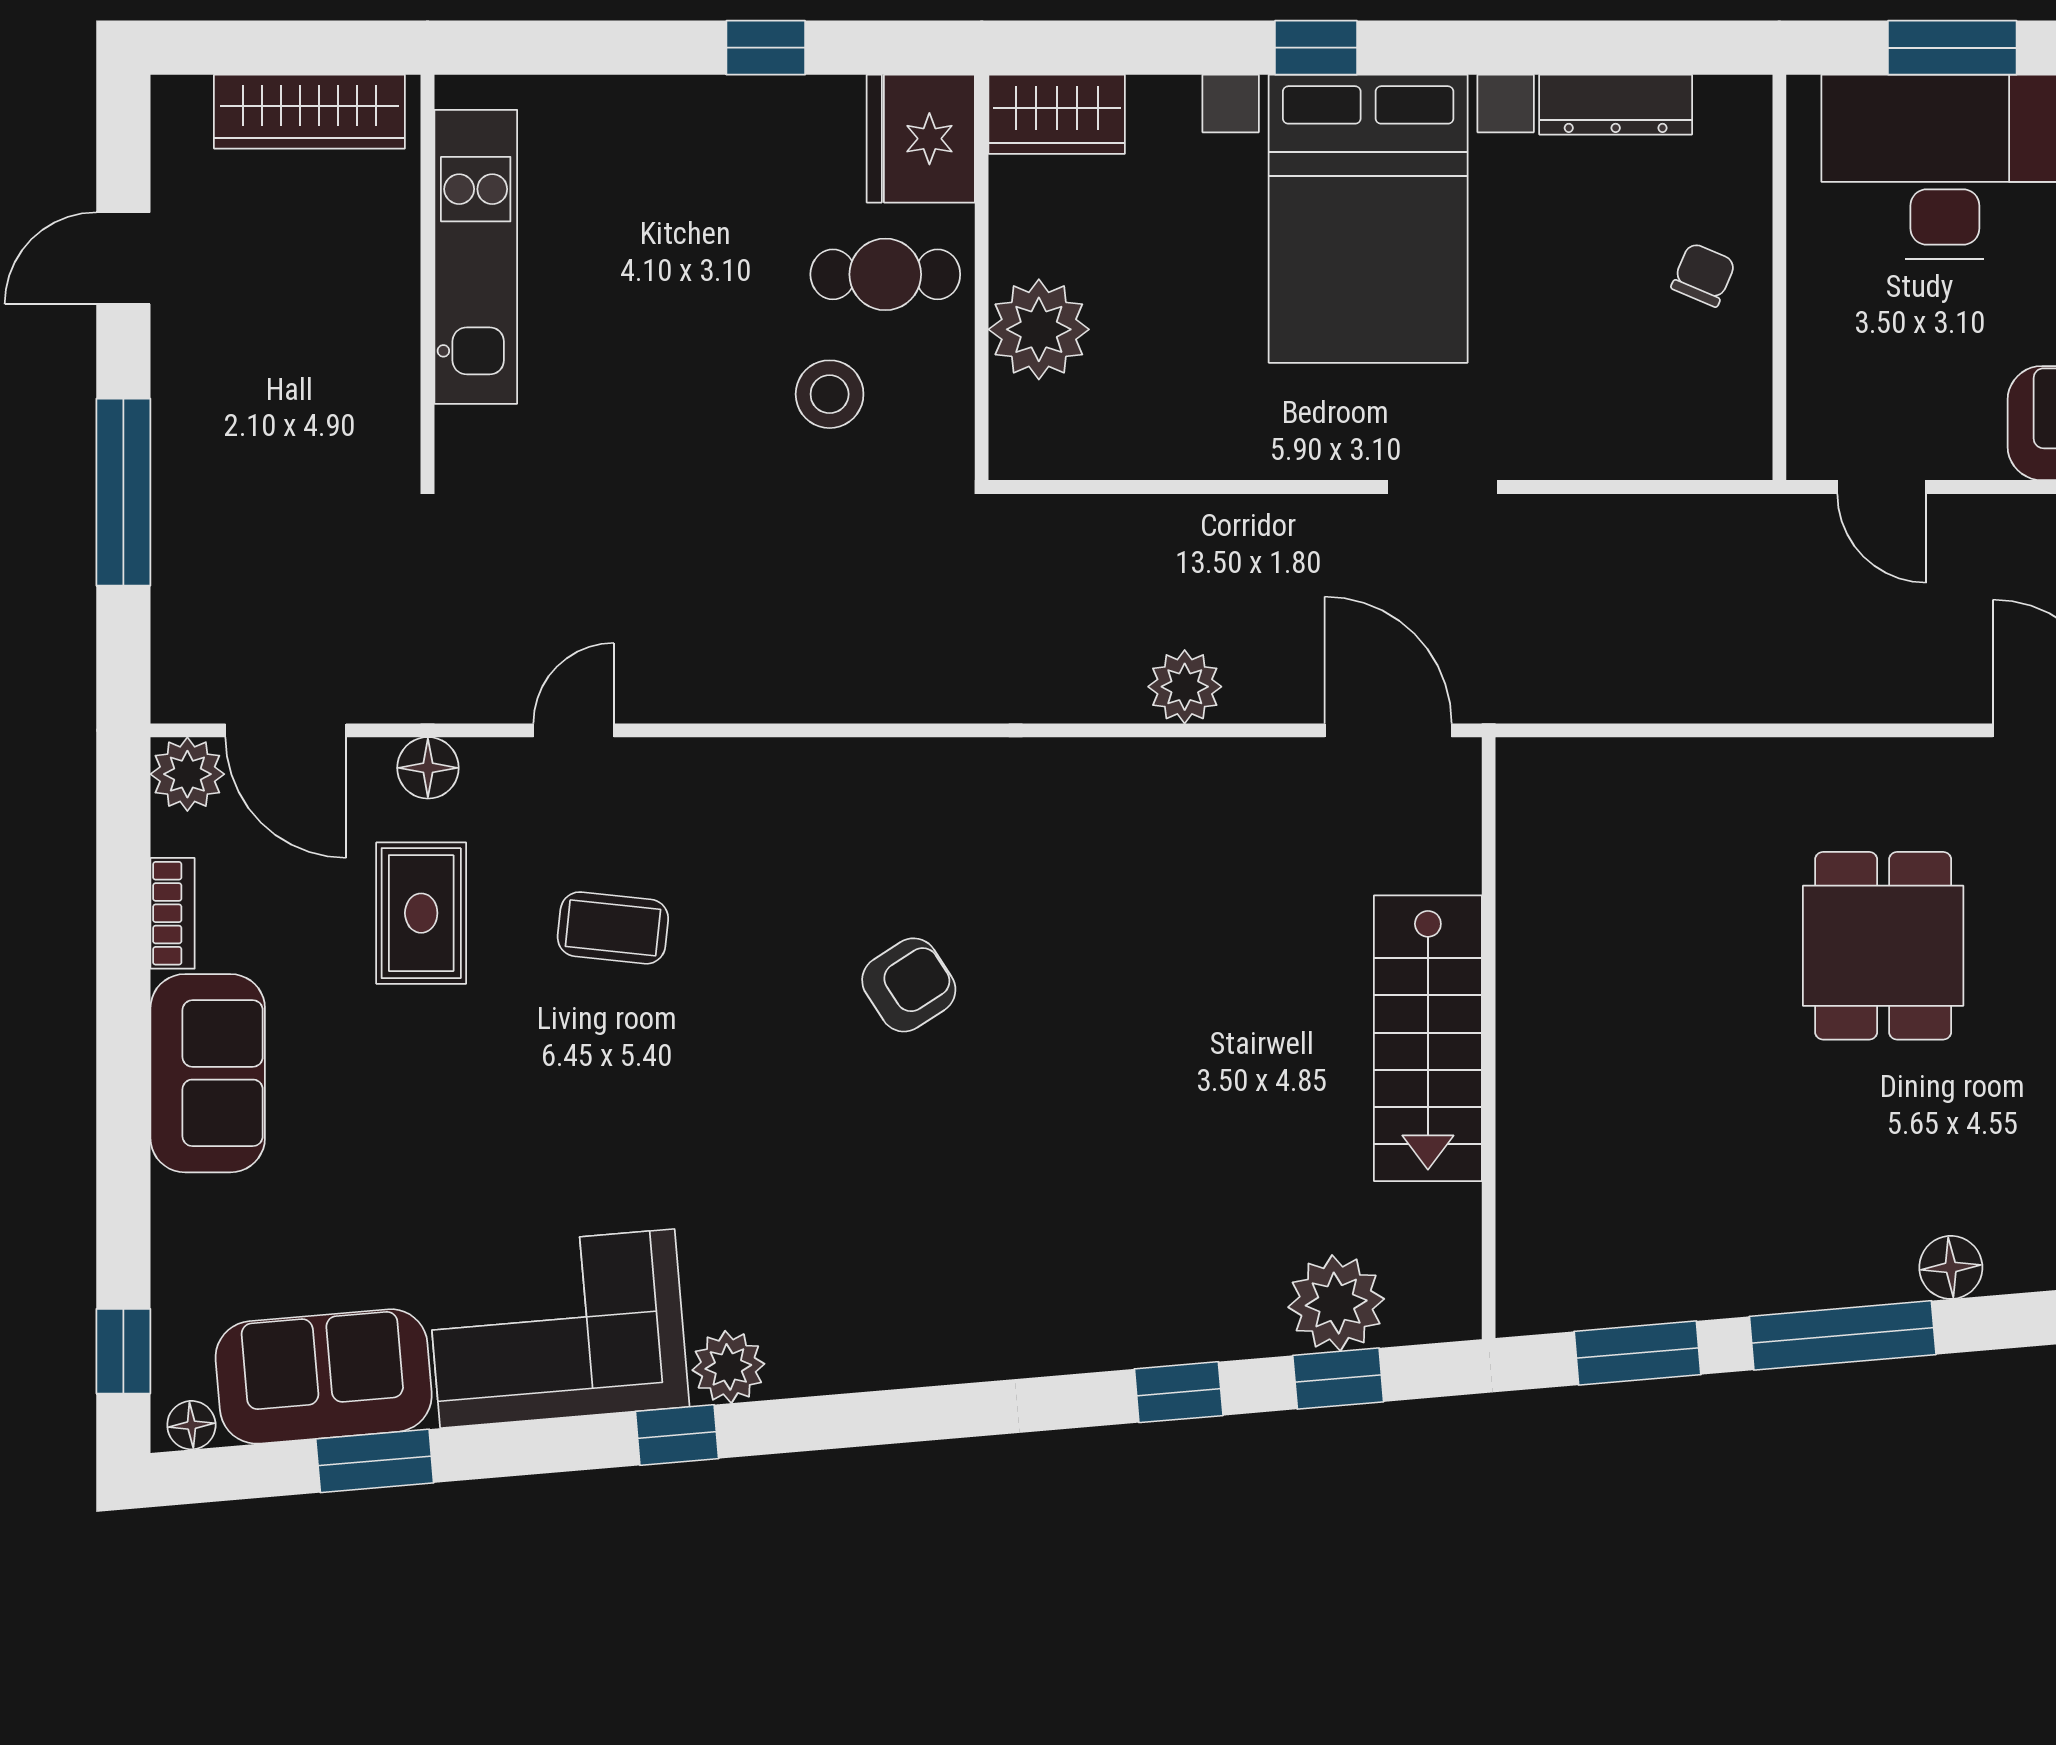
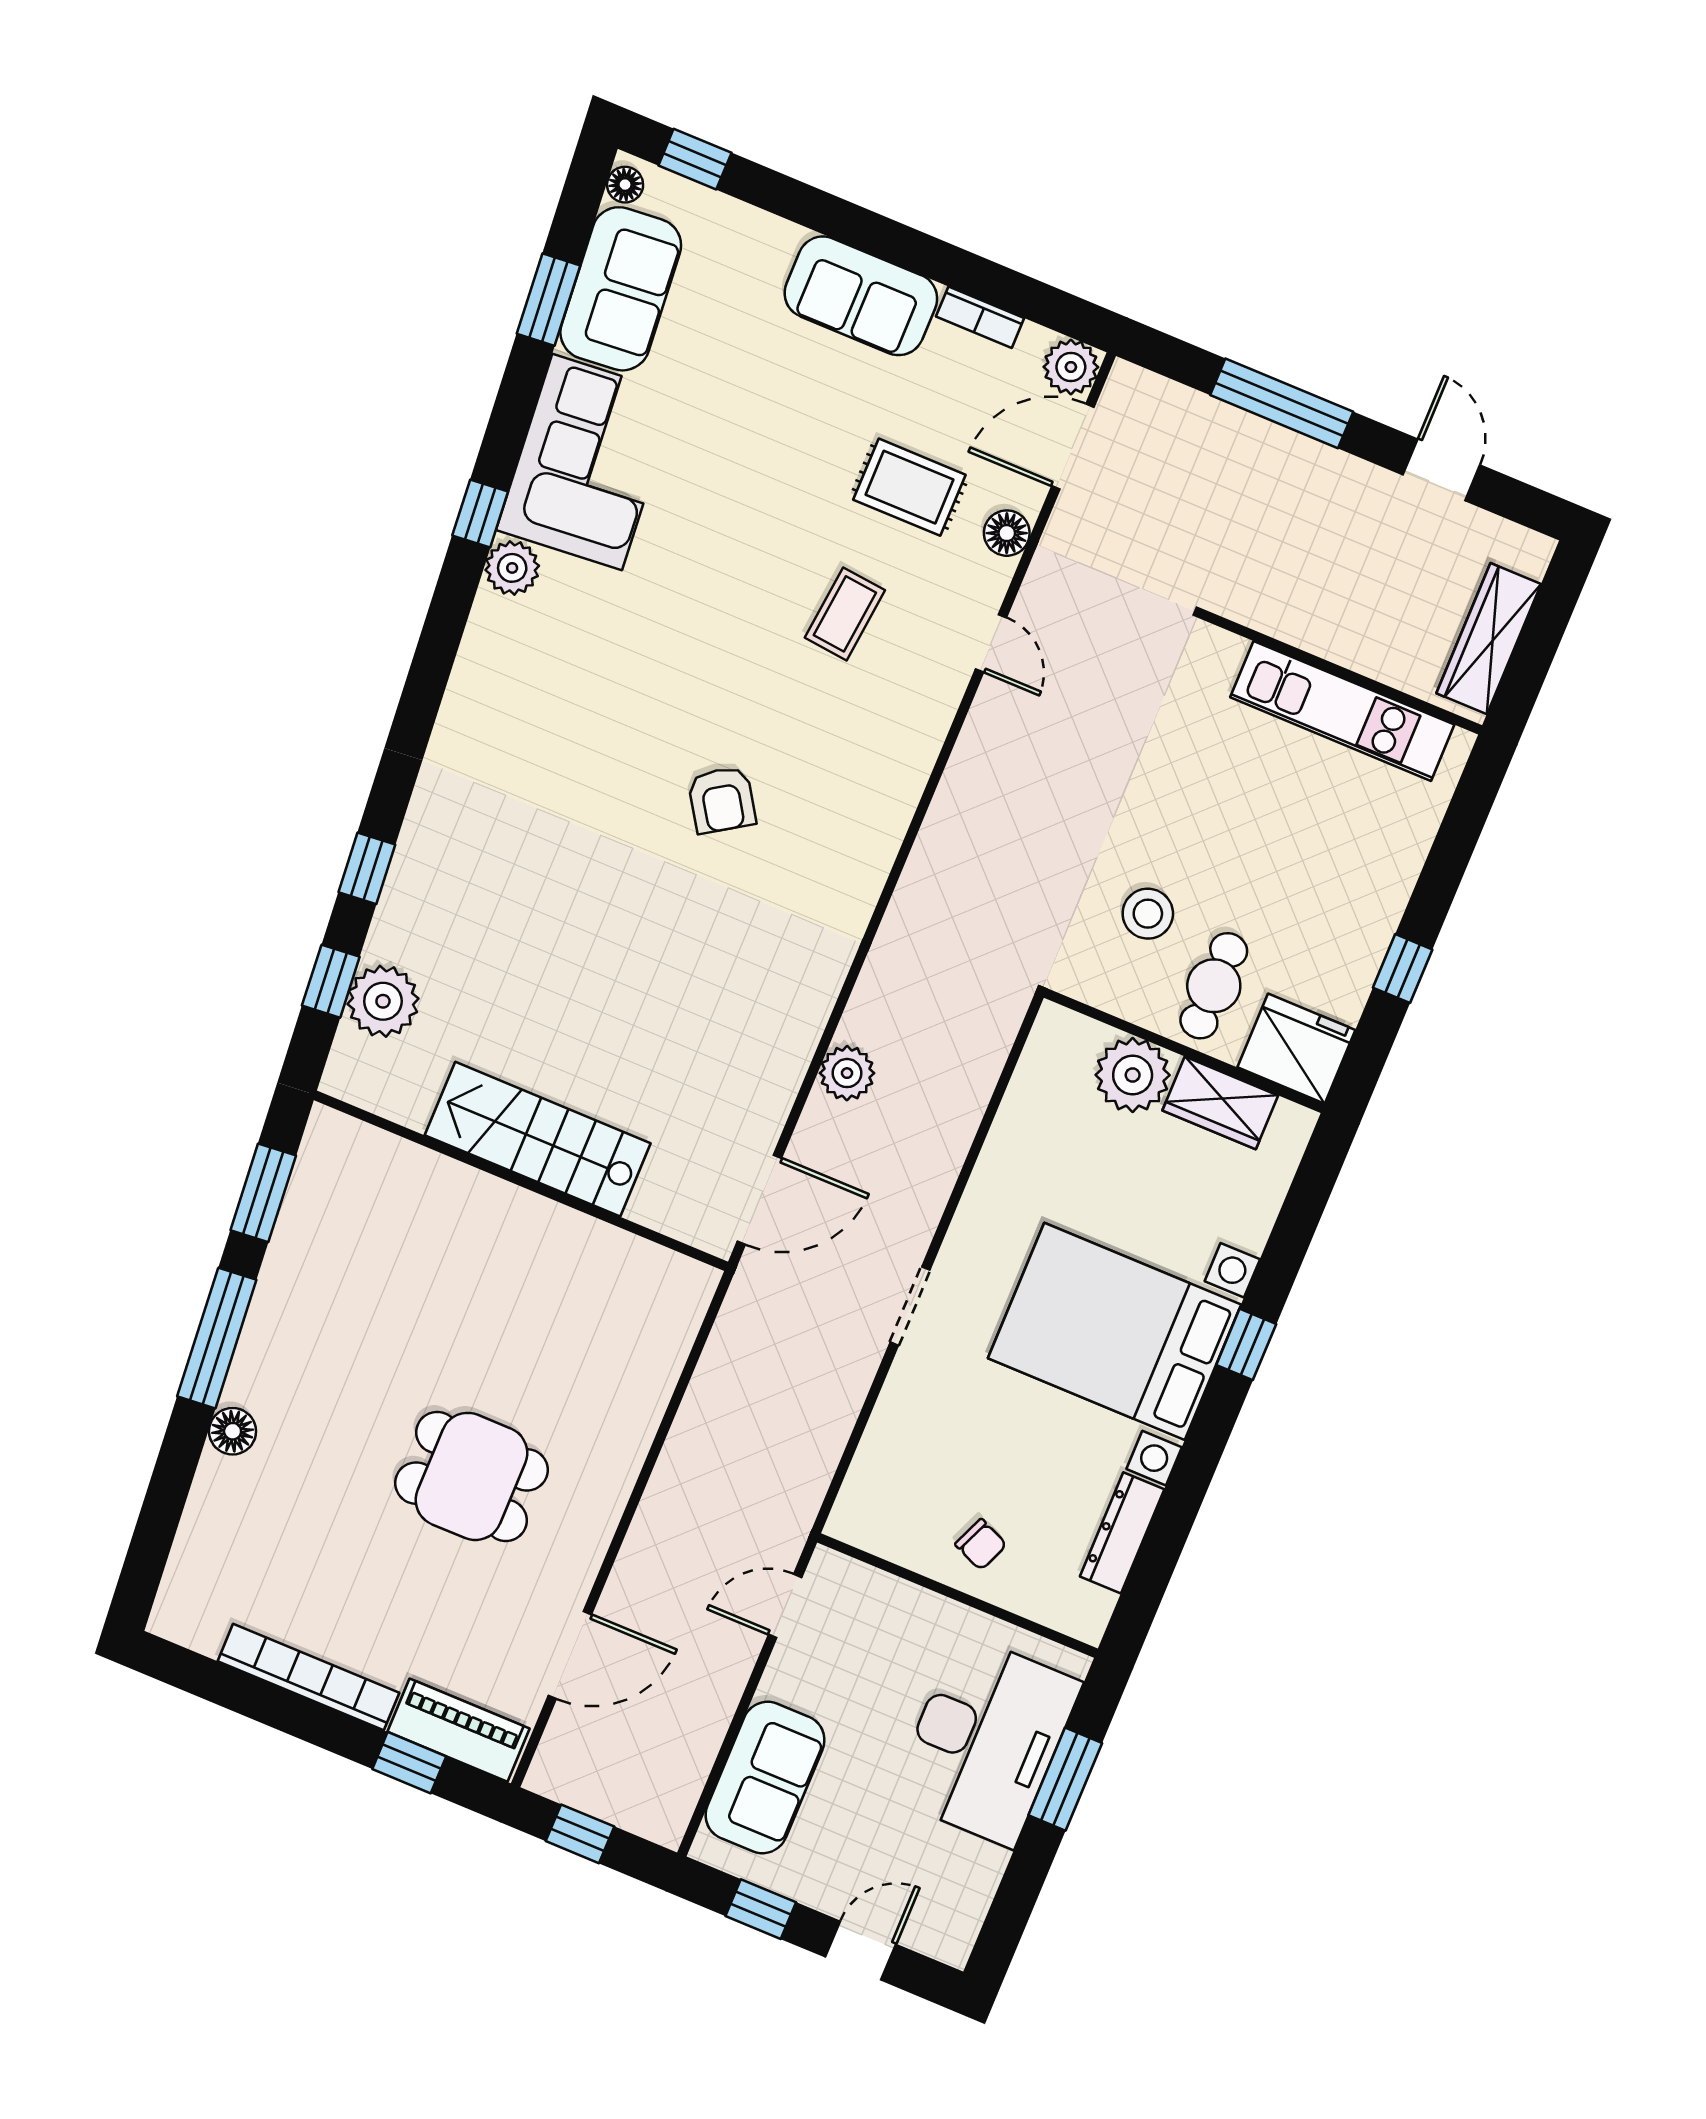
wardrobe: (1057, 114) -> (1220, 1103), moved, turned -90

